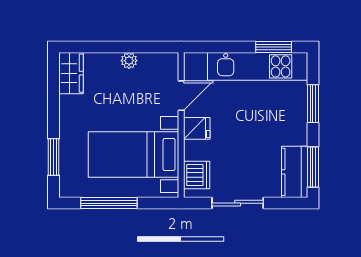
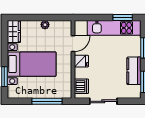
bed with nightstands: (133, 155) -> (32, 64), moved, turned 180
kitchen counter: (295, 172) -> (134, 71), moved
window: (109, 203) -> (47, 101), moved

